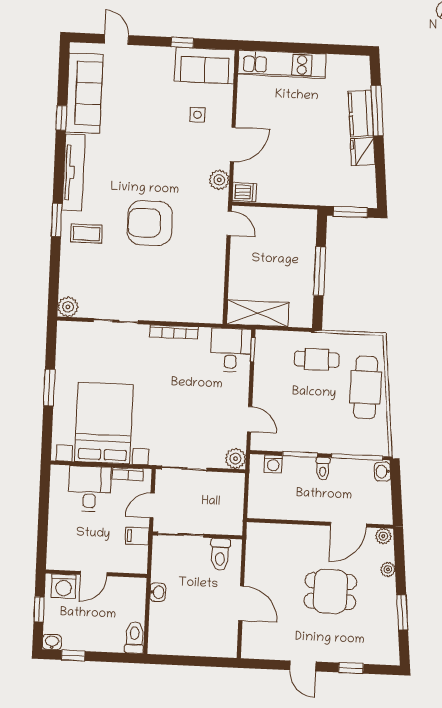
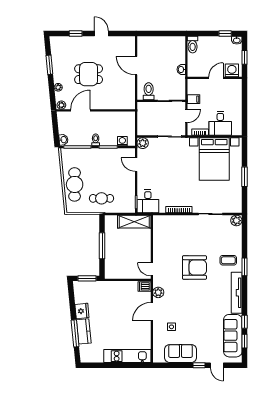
window: (182, 42) -> (199, 365), moved
sofa: (205, 65) -> (181, 353), moved
window: (63, 82) -> (244, 341), added

